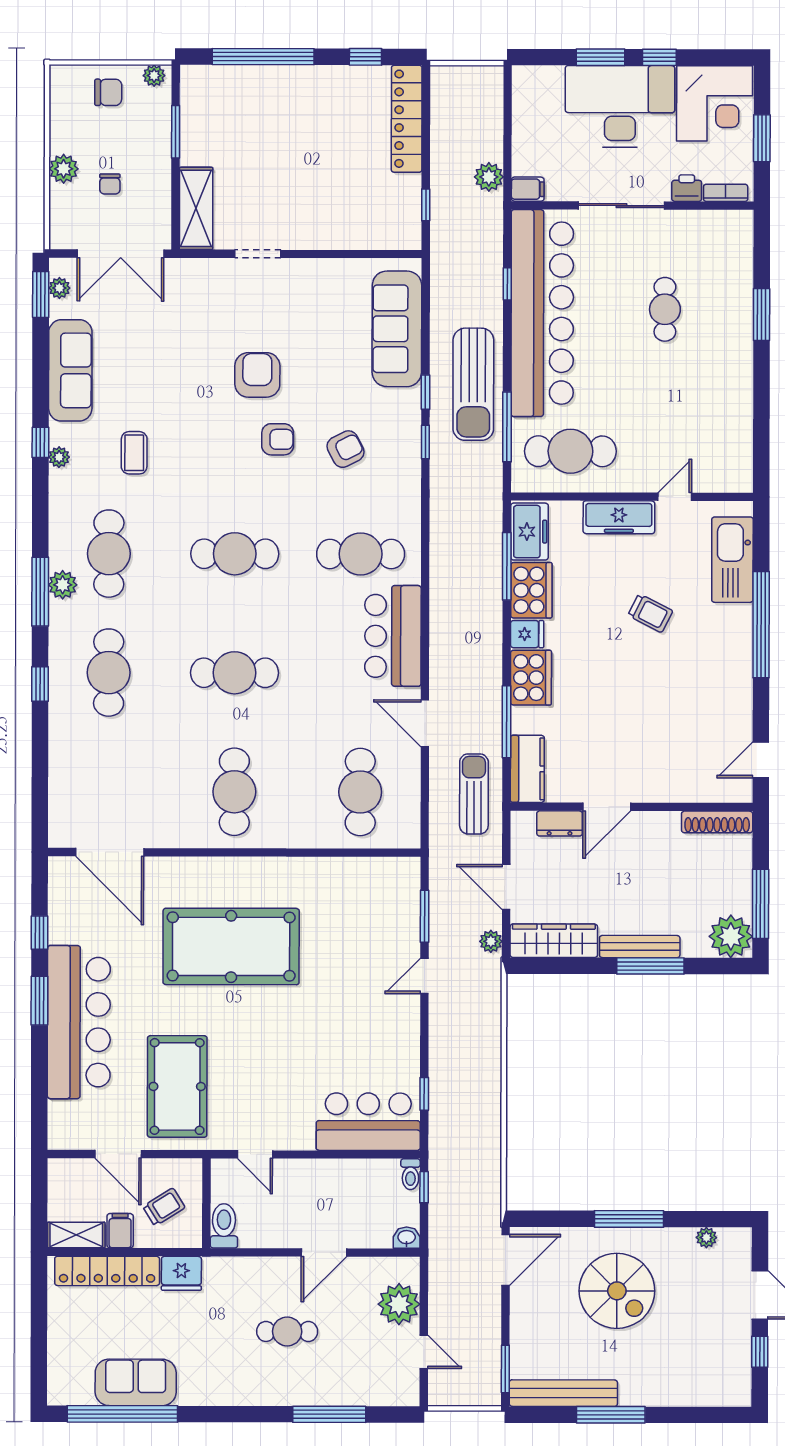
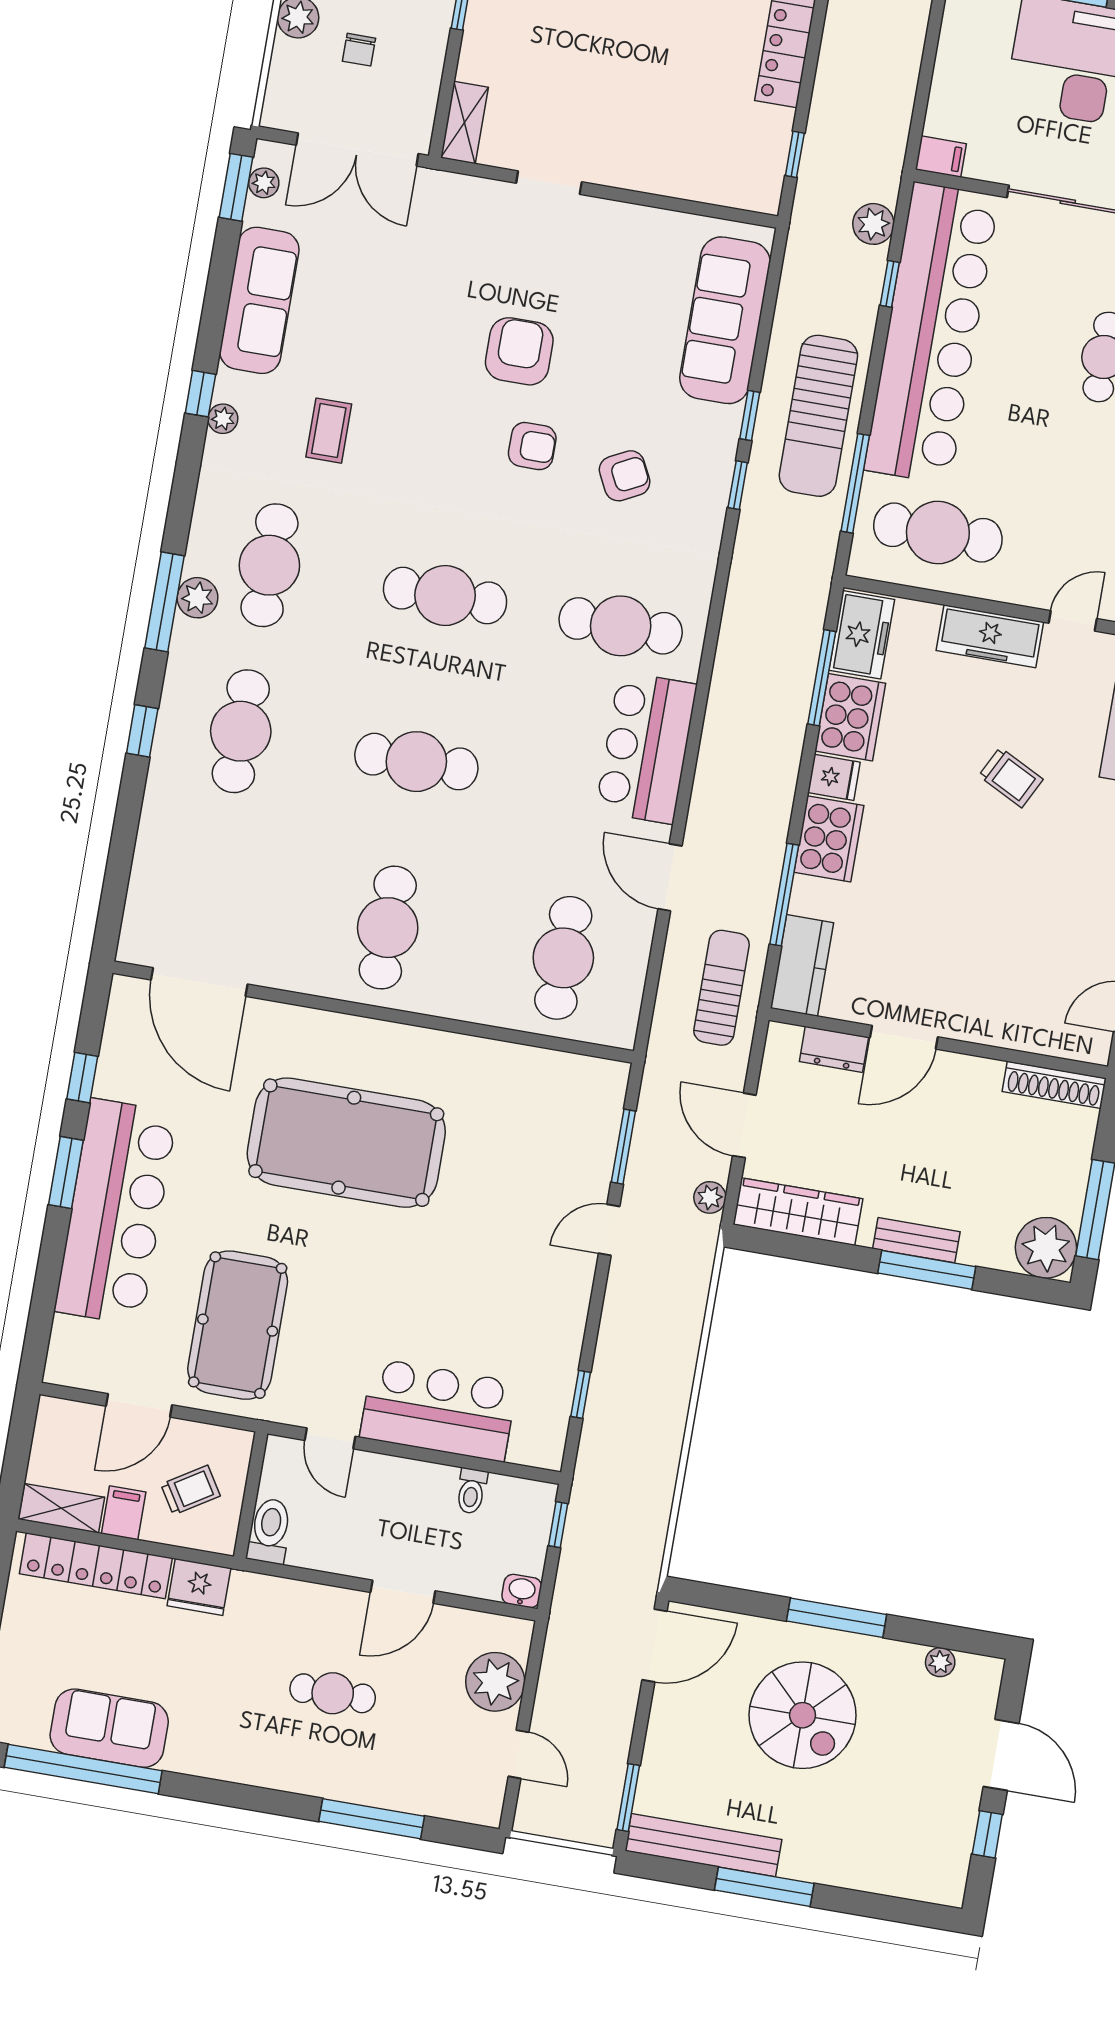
plant: (489, 177) -> (873, 224), moved
shelving: (196, 208) -> (464, 123), width x0.67, depth x0.75
bench: (640, 947) -> (916, 1240), width x0.73
bar counter: (368, 1122) -> (439, 1410), moved
door: (118, 1154) -> (139, 1405), hinge flipped
toilet: (410, 1174) -> (471, 1491), moved

